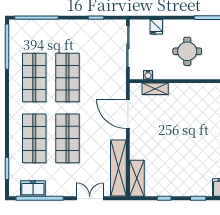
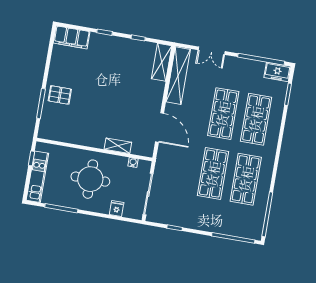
round table: (187, 51) -> (90, 179), width x1.36, depth x1.36
shelving: (155, 89) -> (118, 146), moved
freezer: (33, 188) -> (277, 72), moved

